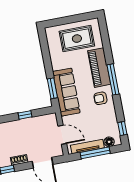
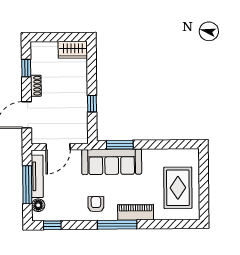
piano: (99, 68) -> (136, 212), width x0.73, depth x0.75

